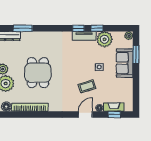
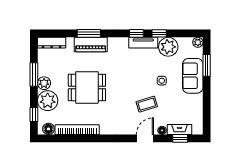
window: (23, 28) -> (89, 33), moved
piano: (41, 37) -> (91, 45), added
dining table: (38, 73) -> (87, 87), turned 90

